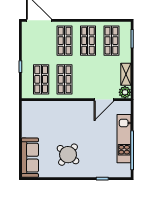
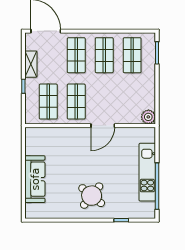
shelving: (126, 74) -> (31, 64), moved
door: (104, 100) -> (103, 126), moved
round table: (68, 155) -> (92, 196), moved
sofa: (30, 158) -> (35, 179), moved

